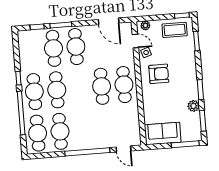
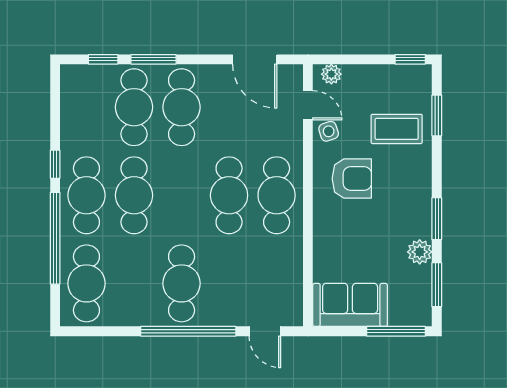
coffee table: (175, 30) -> (397, 129), moved
cafe table: (60, 131) -> (182, 283), moved

